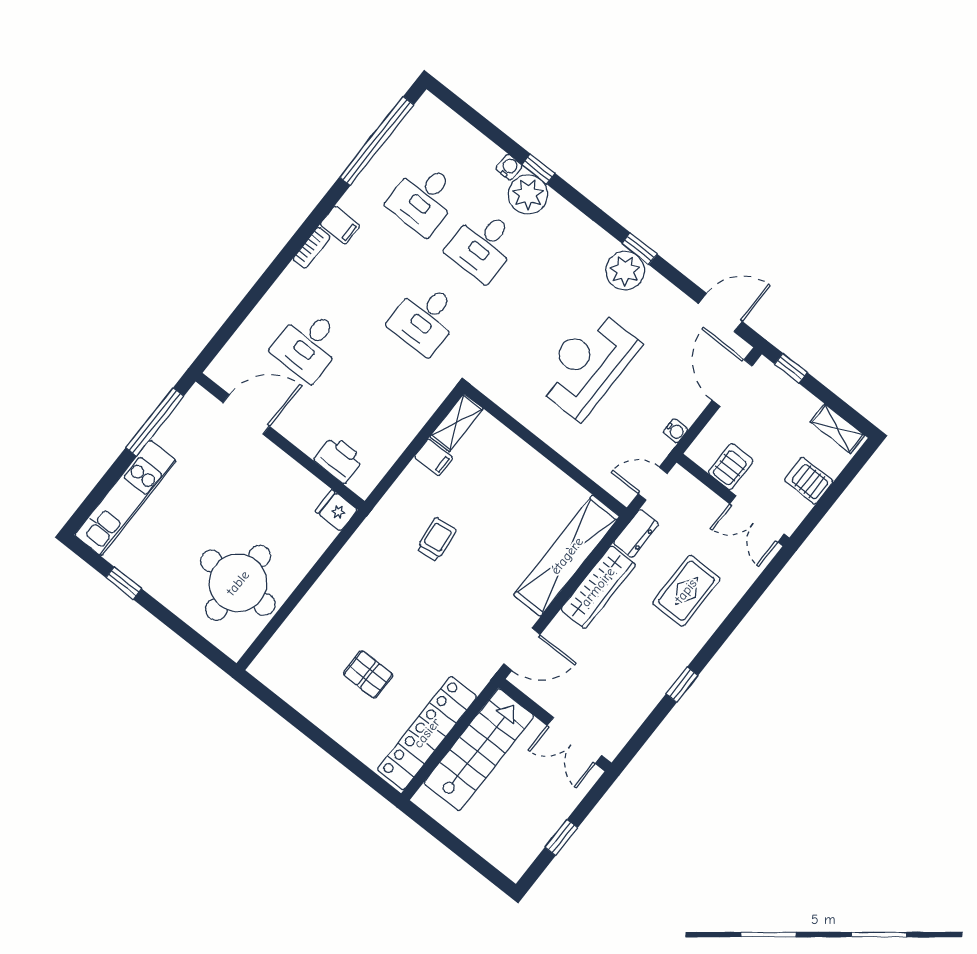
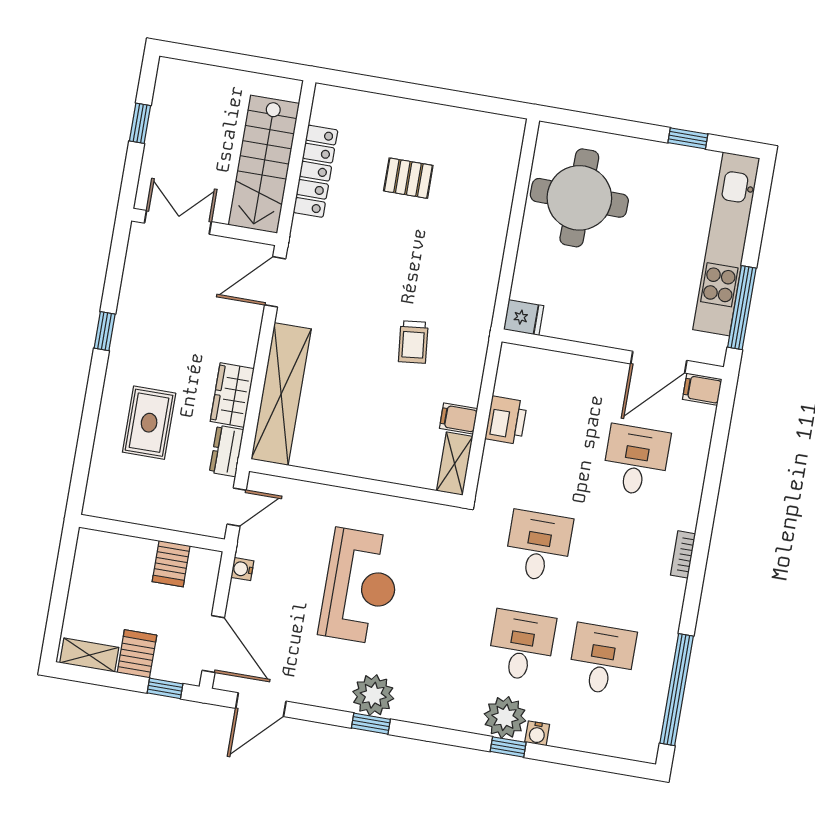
filing cabinet: (340, 225) -> (702, 389), moved
printer: (339, 459) -> (506, 420), moved, turned -90
server rack: (809, 481) -> (137, 654), moved, turned -90
kitchen unit: (125, 498) -> (726, 244), width x1.36
double door: (757, 519) -> (119, 527), removed
wardrobe: (598, 587) -> (232, 395), width x0.67
locker: (427, 733) -> (315, 171), width x0.71, depth x0.83

